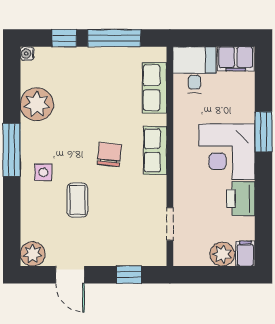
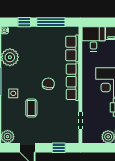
row of seats: (155, 150) -> (73, 82), width x1.48

